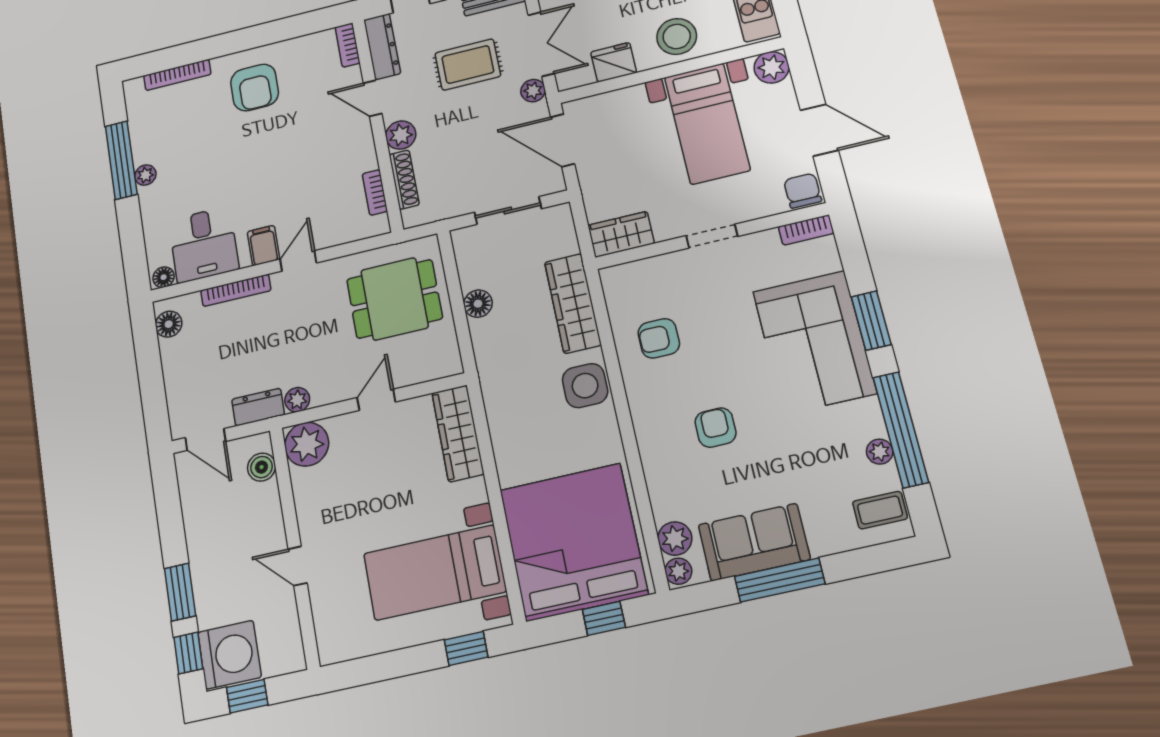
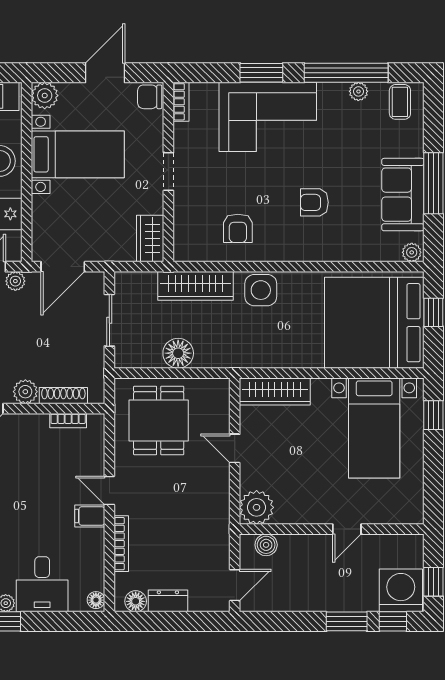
desk: (204, 245) -> (42, 584), moved, turned 90
floor lamp: (478, 304) -> (178, 353), width x1.38, depth x1.38
plant: (297, 400) -> (220, 509), removed
dresser: (258, 407) -> (168, 601), moved, turned 90
plant: (675, 539) -> (388, 250), removed

